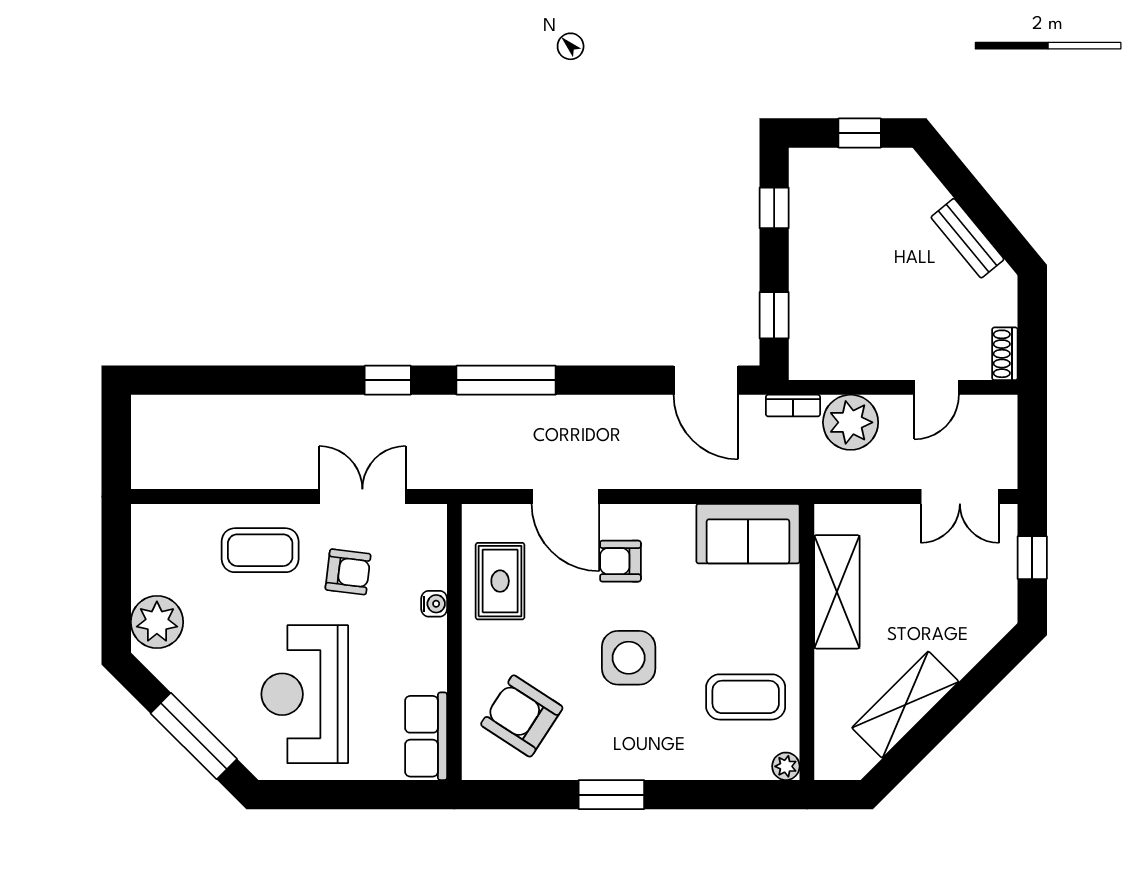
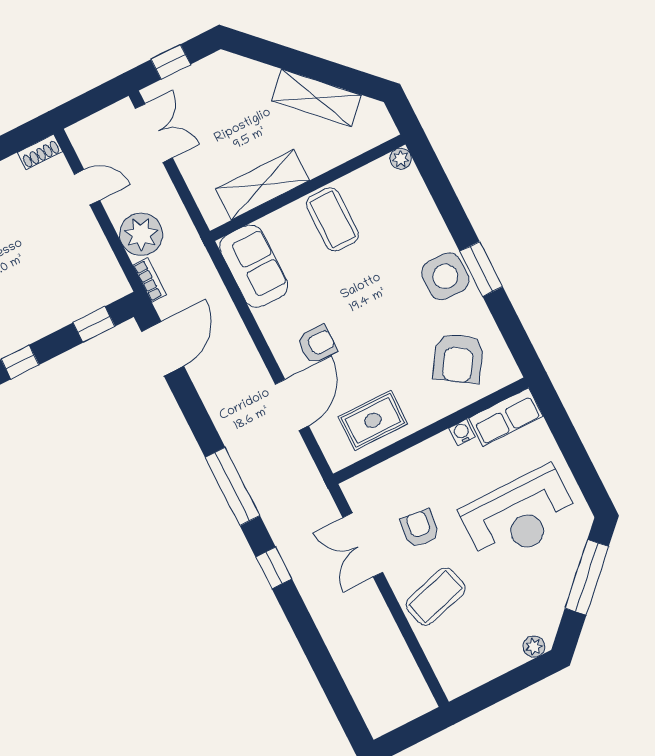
coffee table: (260, 550) -> (436, 596), turned 74
armchair: (620, 561) -> (317, 344), turned -90
water cooler: (434, 604) -> (462, 432), moved
plant: (157, 622) -> (534, 647), width x0.53, depth x0.53
side table: (629, 658) -> (445, 276), moved
coffee table: (746, 697) -> (332, 219), moved

